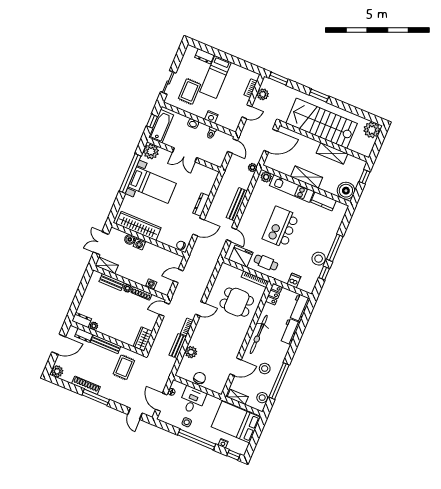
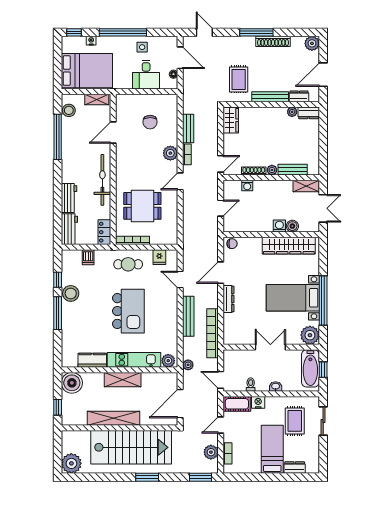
cot: (228, 123) -> (237, 404), added
shelving: (332, 153) -> (113, 418), width x1.47
bookcase: (224, 184) -> (213, 333), added
fridge: (241, 256) -> (159, 257), width x0.53, depth x0.75
plant: (191, 352) -> (170, 153), moved
stool: (265, 369) -> (80, 144), removed
chair: (200, 378) -> (150, 122), moved

